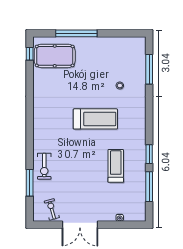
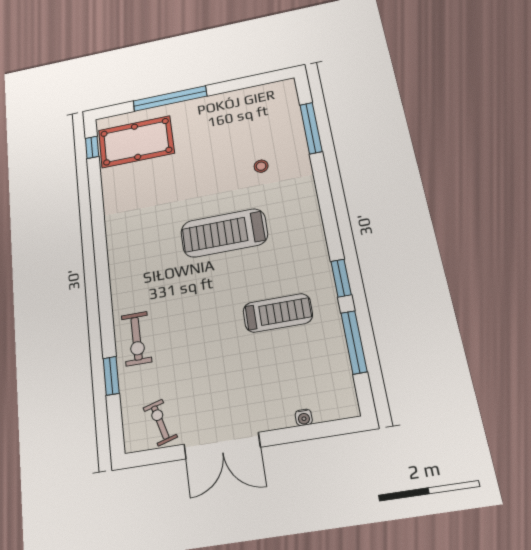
treadmill: (95, 119) -> (224, 233), turned 180
treadmill: (116, 166) -> (278, 313), turned 90
window: (30, 183) -> (111, 376), width x0.69

